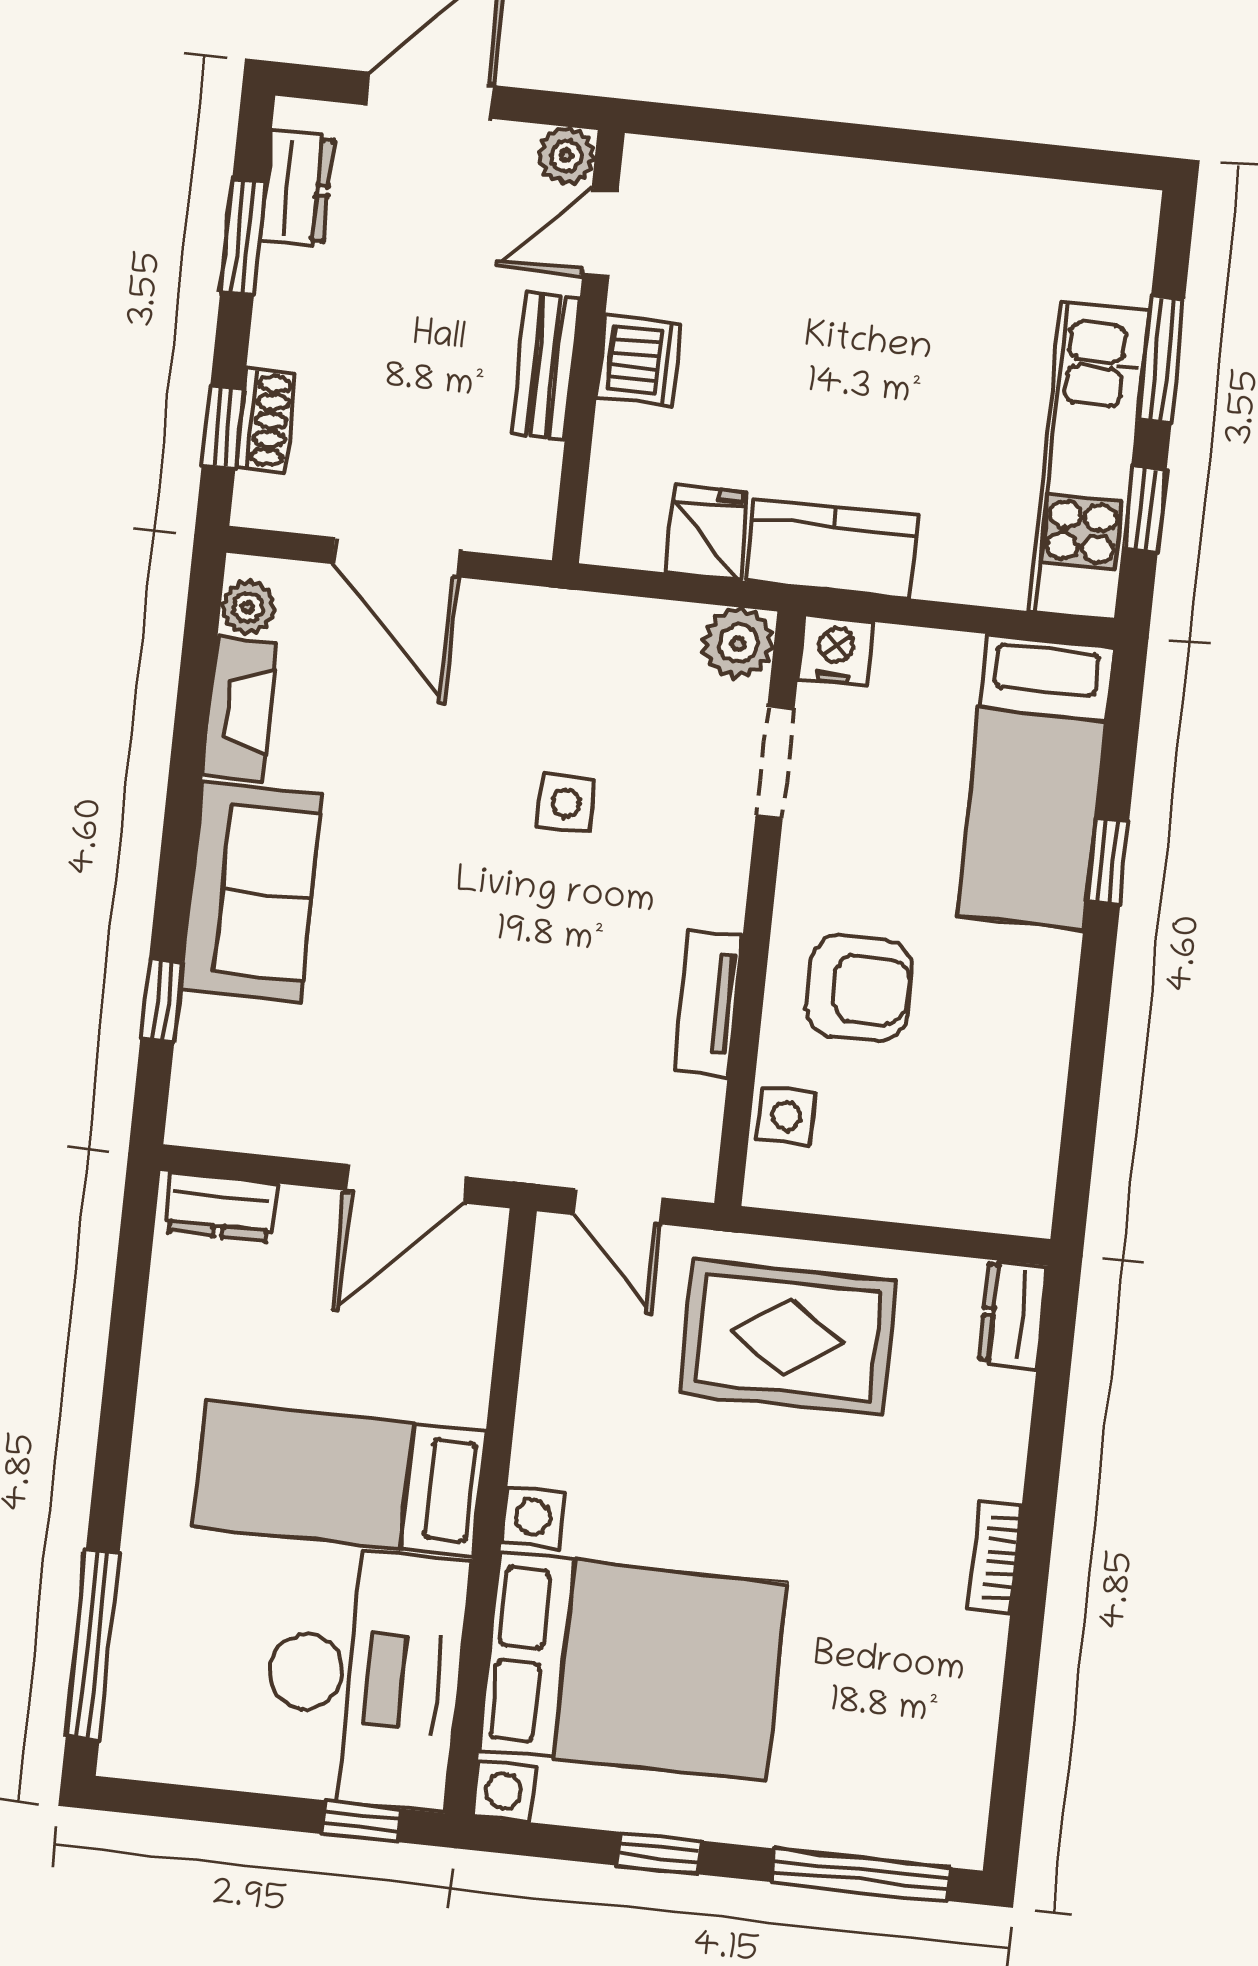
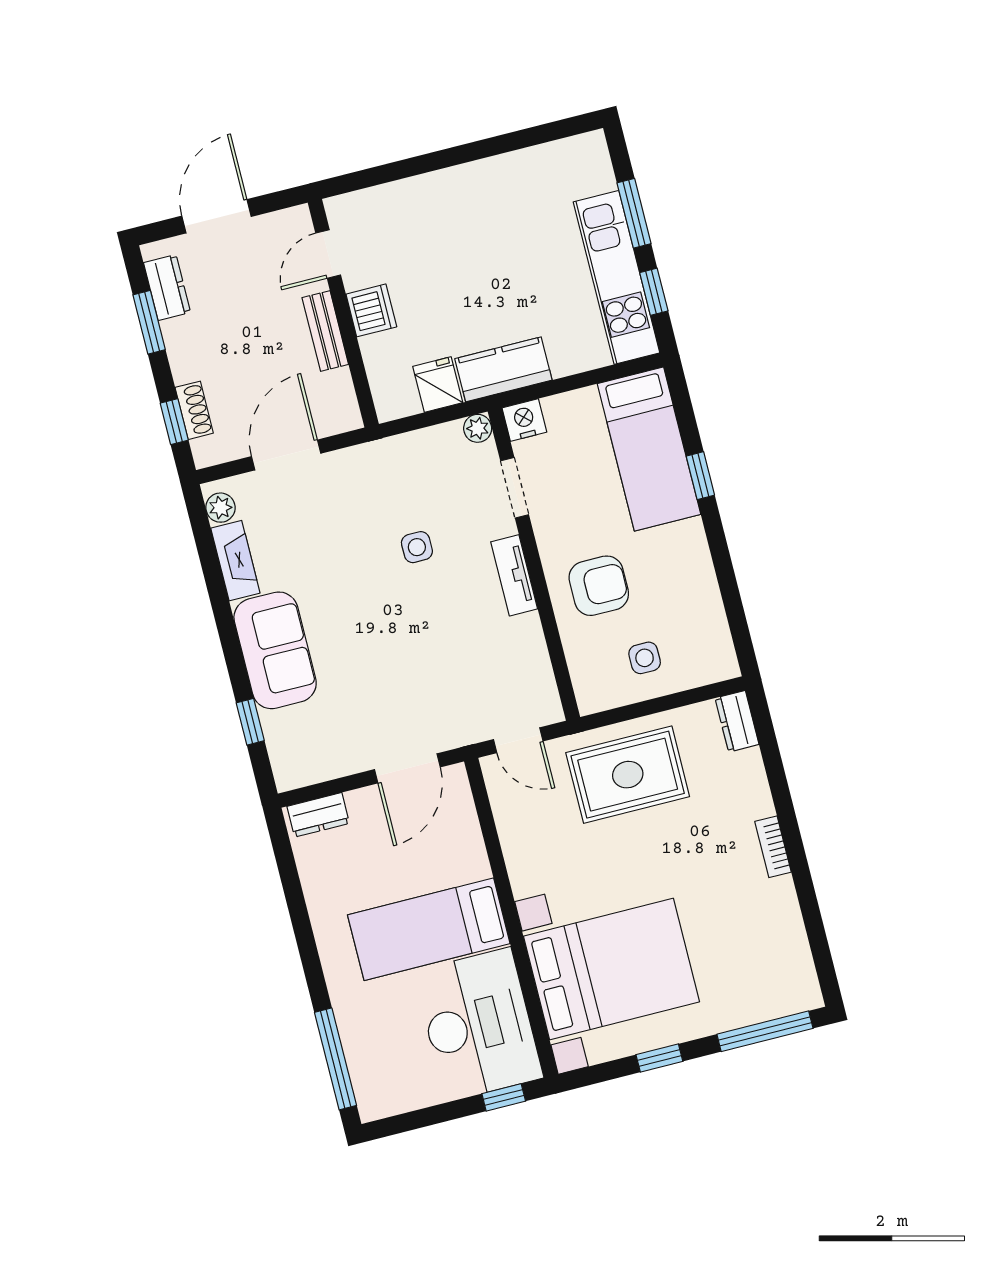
plant: (566, 156) -> (297, 221), removed
door: (397, 557) -> (286, 455), swing flipped
plant: (738, 643) -> (478, 428), width x0.73, depth x0.73
tv unit: (708, 1003) -> (514, 575), moved
side table: (786, 1116) -> (645, 658), moved

